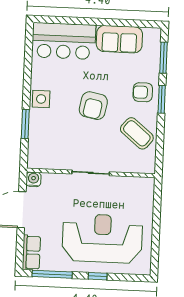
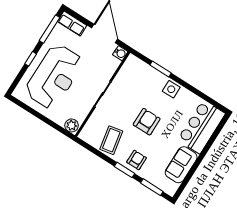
armchair: (93, 106) -> (147, 122), turned 79
coffee table: (137, 133) -> (111, 140), turned -51
plant: (146, 187) -> (72, 125), added

